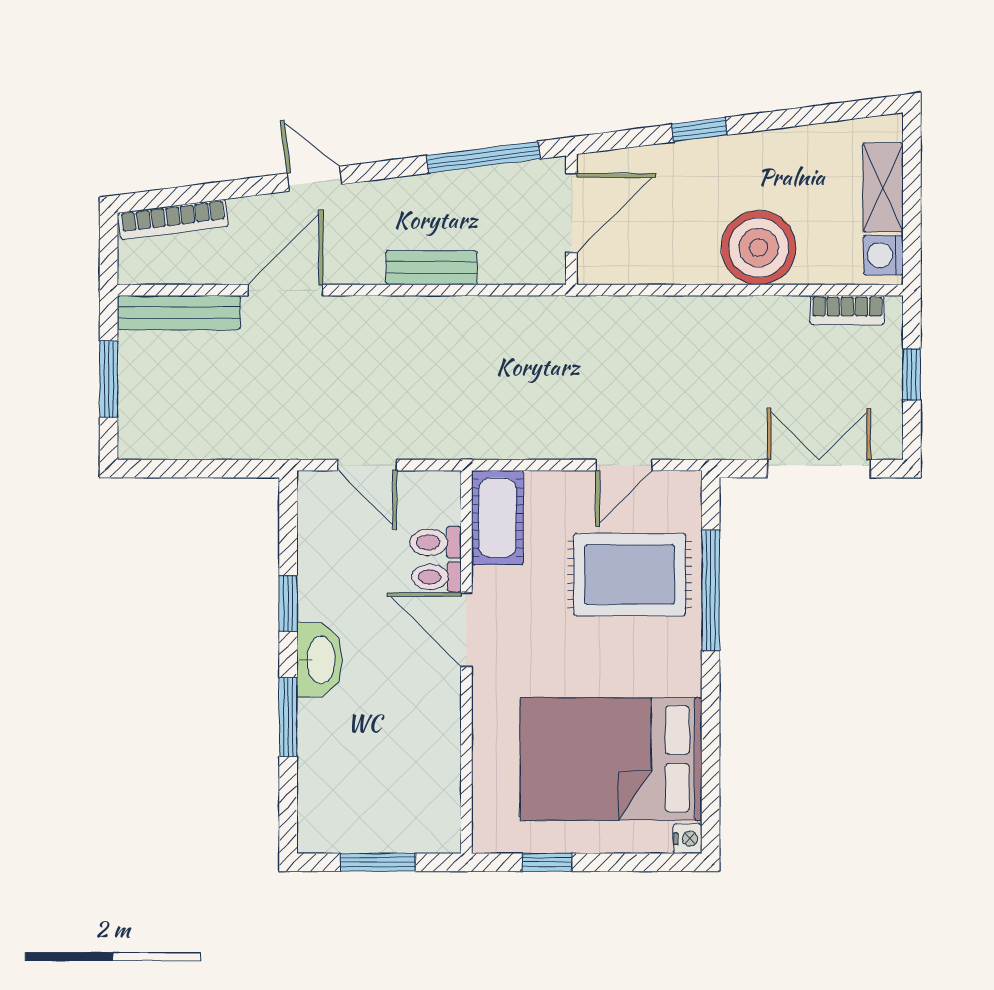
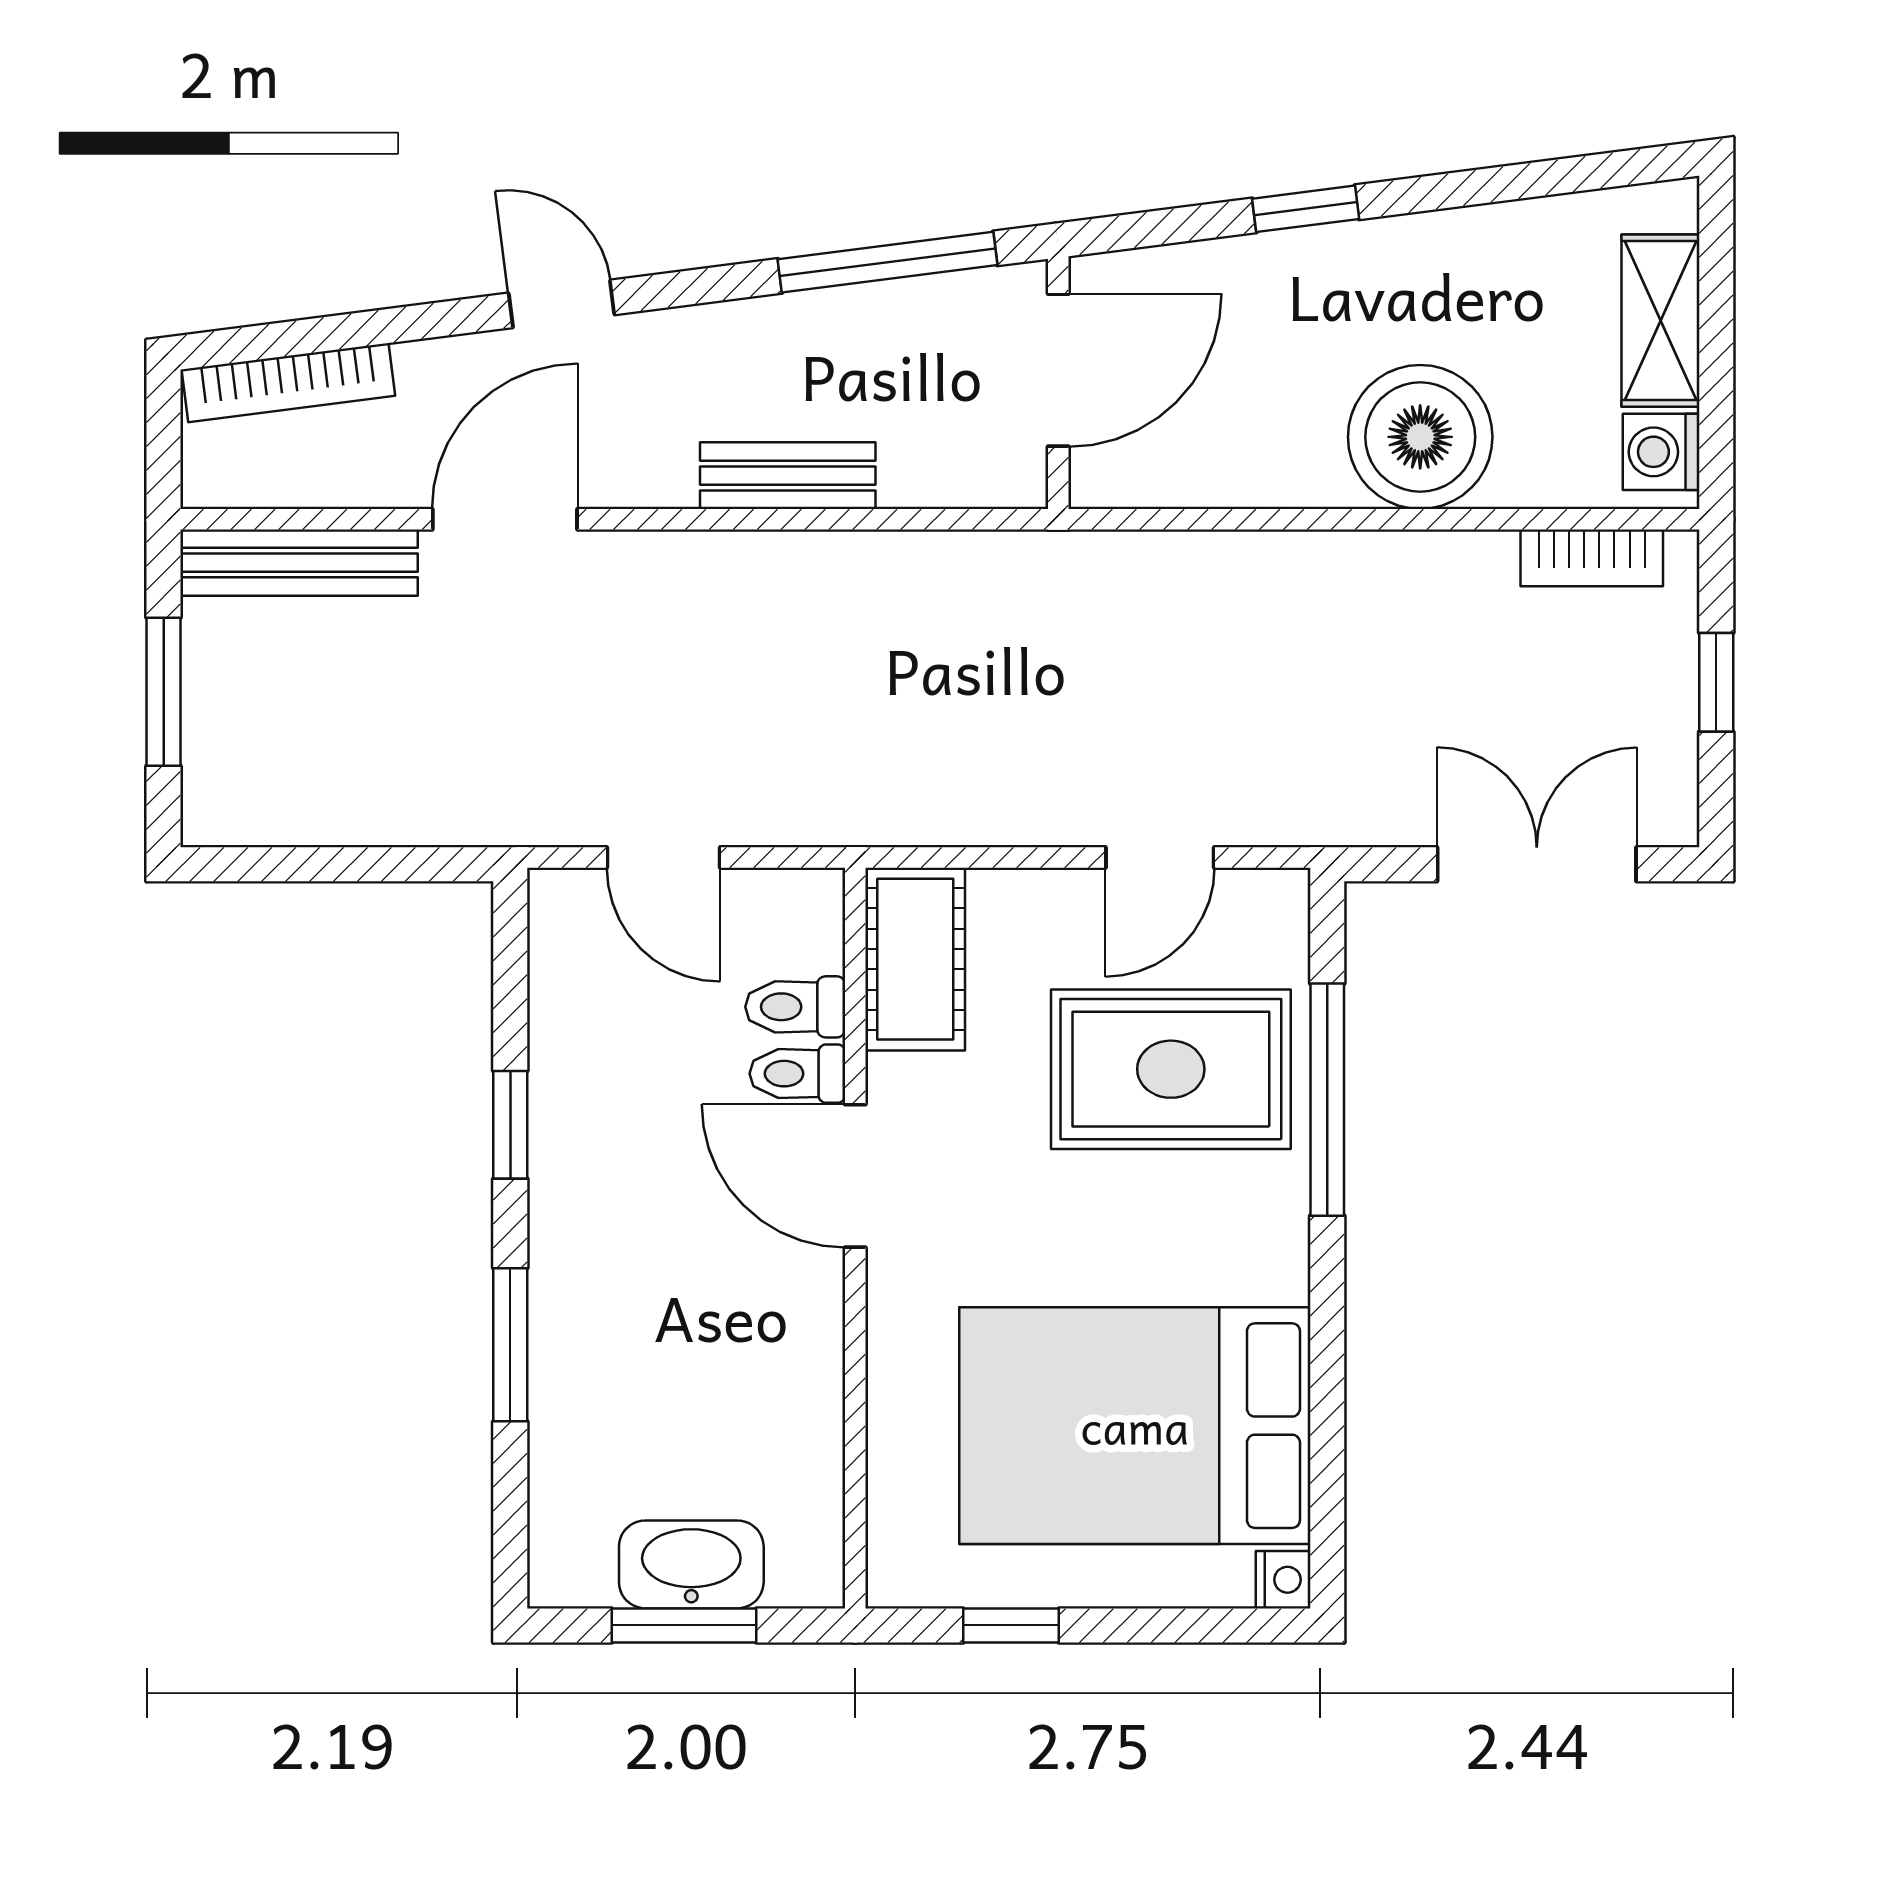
washbasin: (320, 660) -> (691, 1564), moved, turned -90

